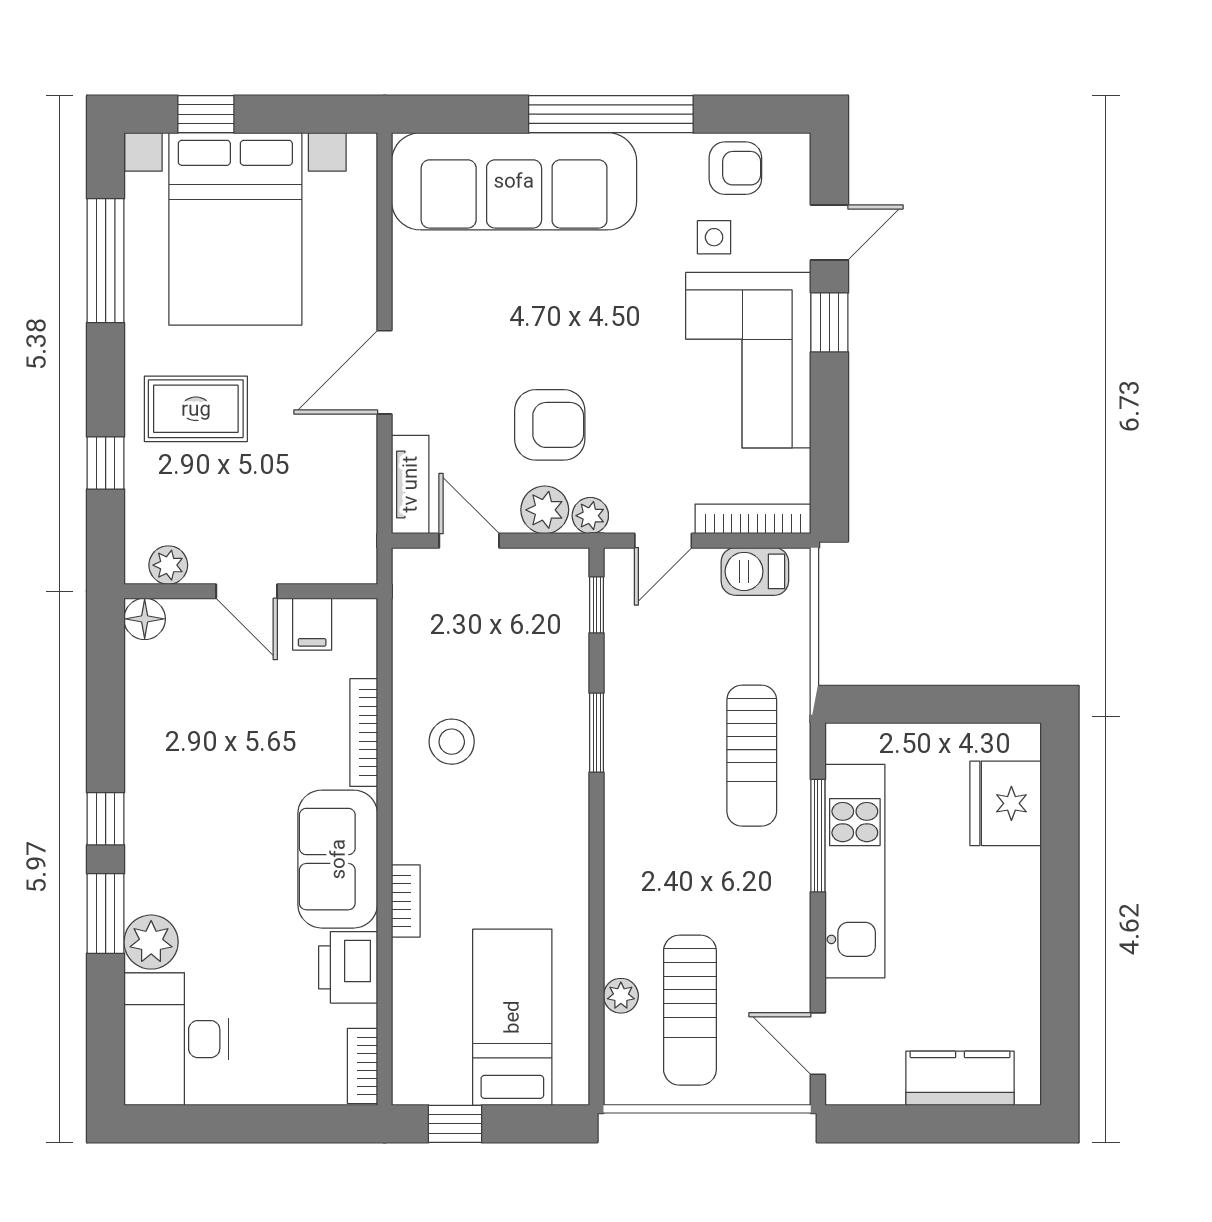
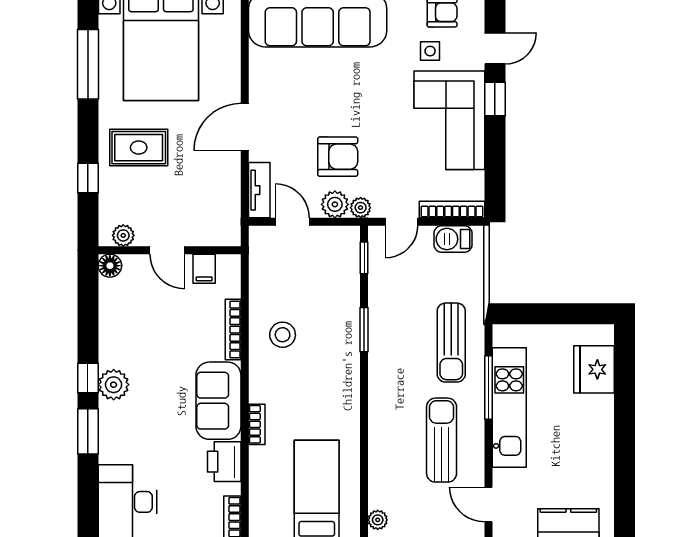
plant: (151, 942) -> (114, 385), moved
plant: (621, 996) -> (378, 520), moved
sun lounger: (690, 1010) -> (442, 440), moved, turned 180

